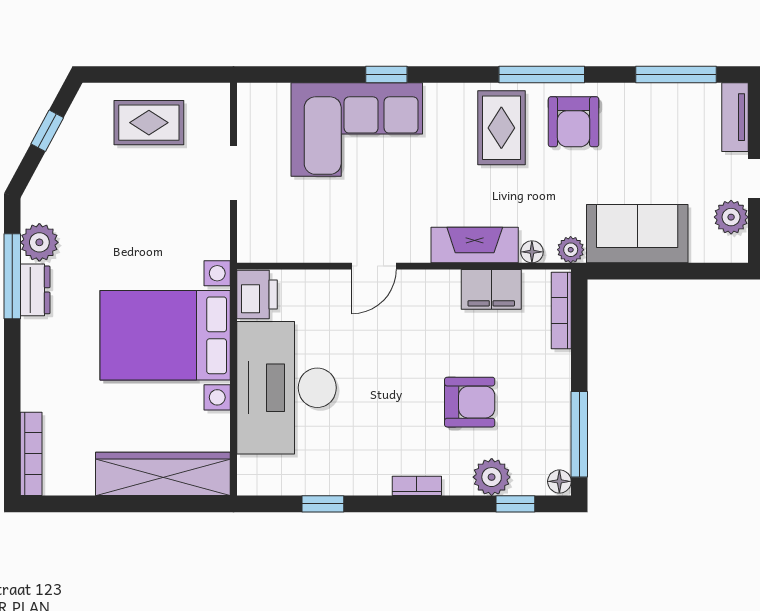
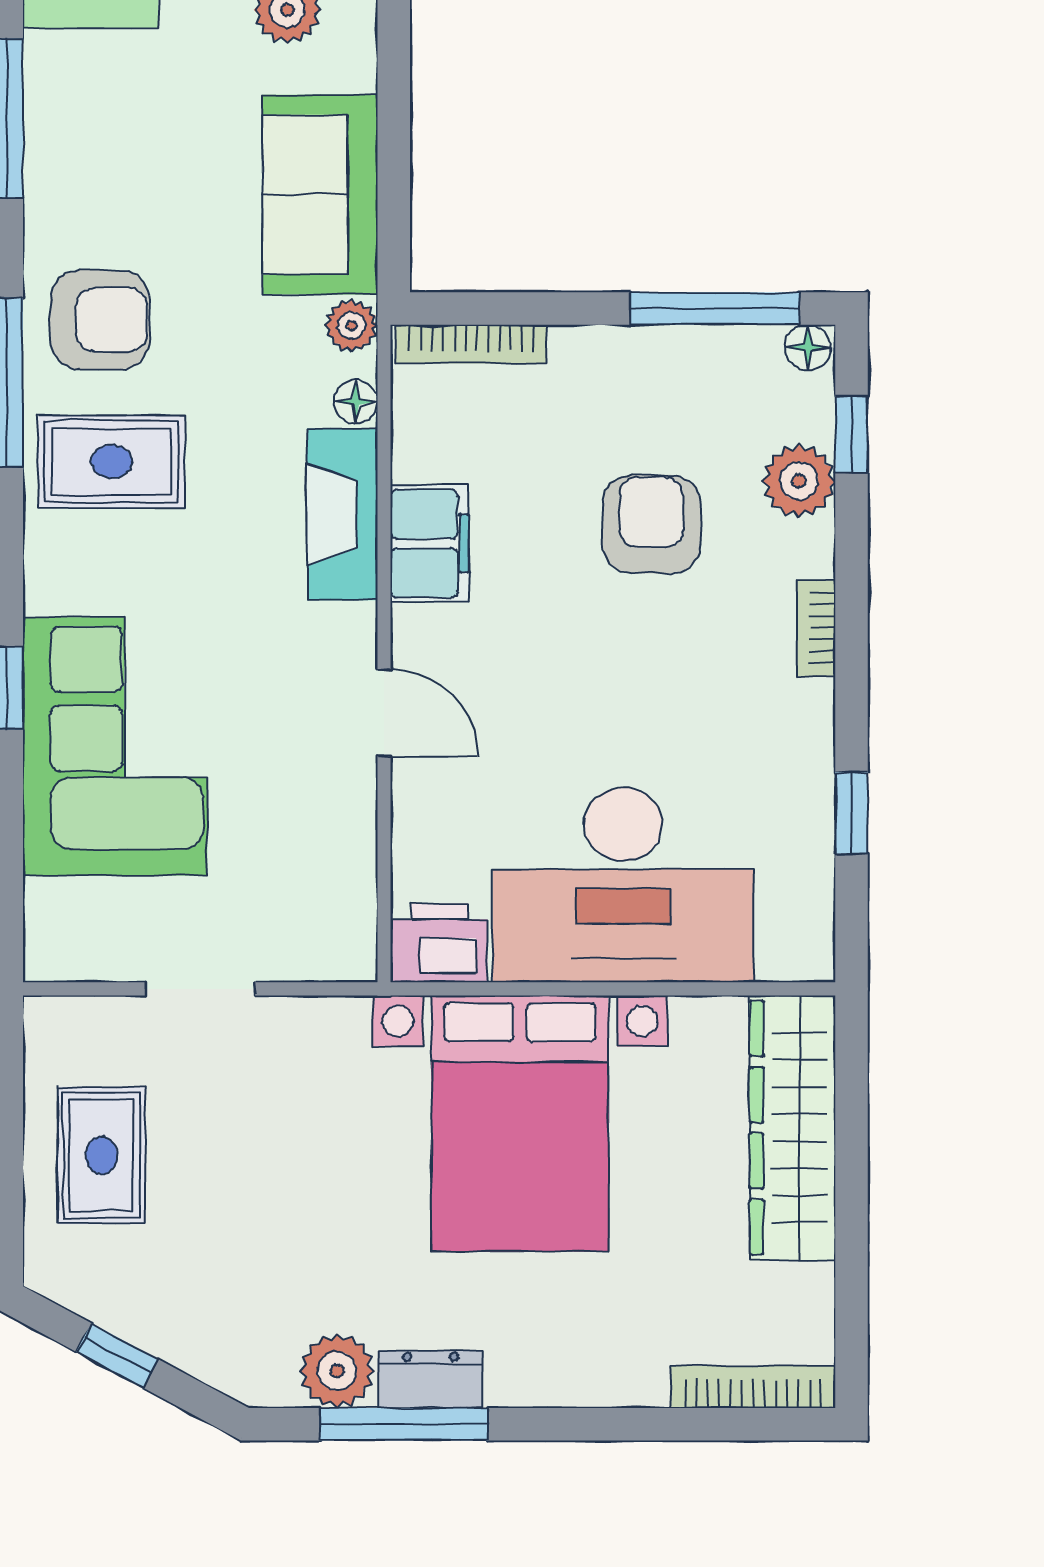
filing cabinet: (491, 289) -> (430, 543), moved

